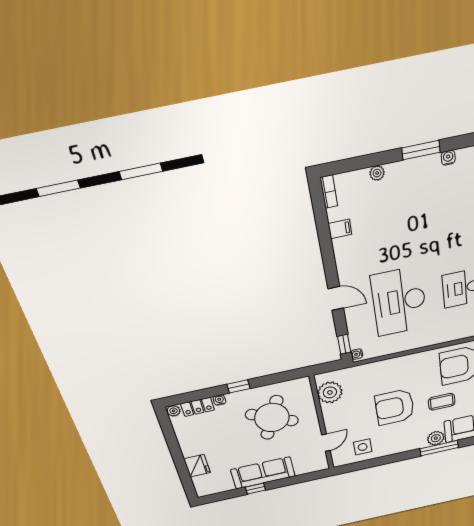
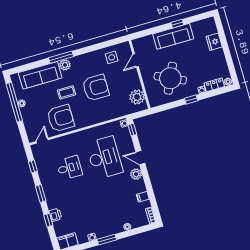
plant: (347, 271) -> (136, 174), added

